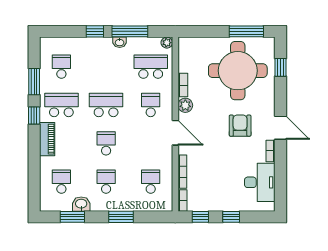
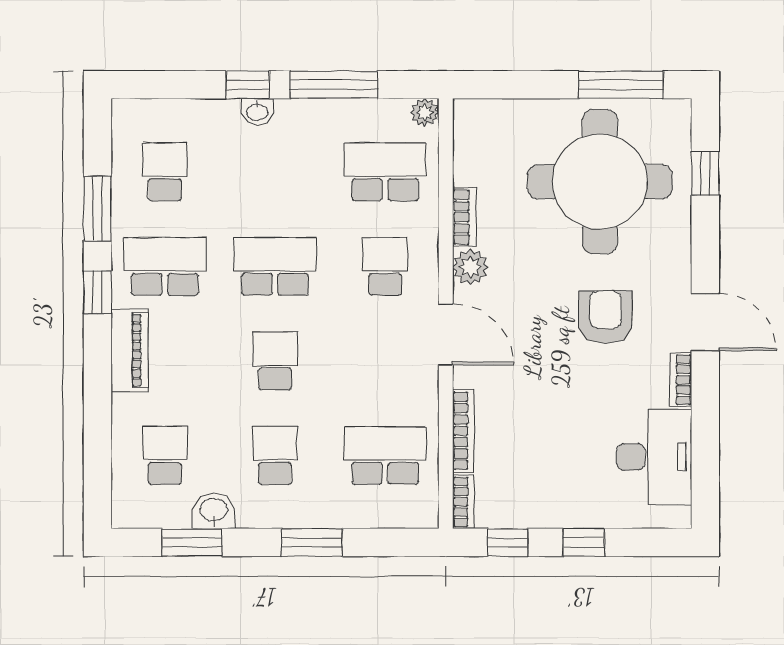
washbasin: (120, 42) -> (257, 112), moved
school desk: (151, 182) -> (385, 455), width x1.85

